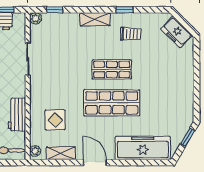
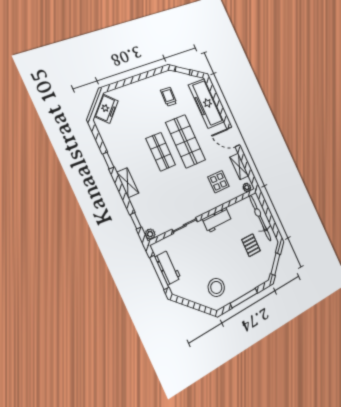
trolley: (131, 34) -> (169, 97), moved
workbench: (17, 115) -> (217, 220), moved
door: (95, 163) -> (233, 137), hinge flipped

